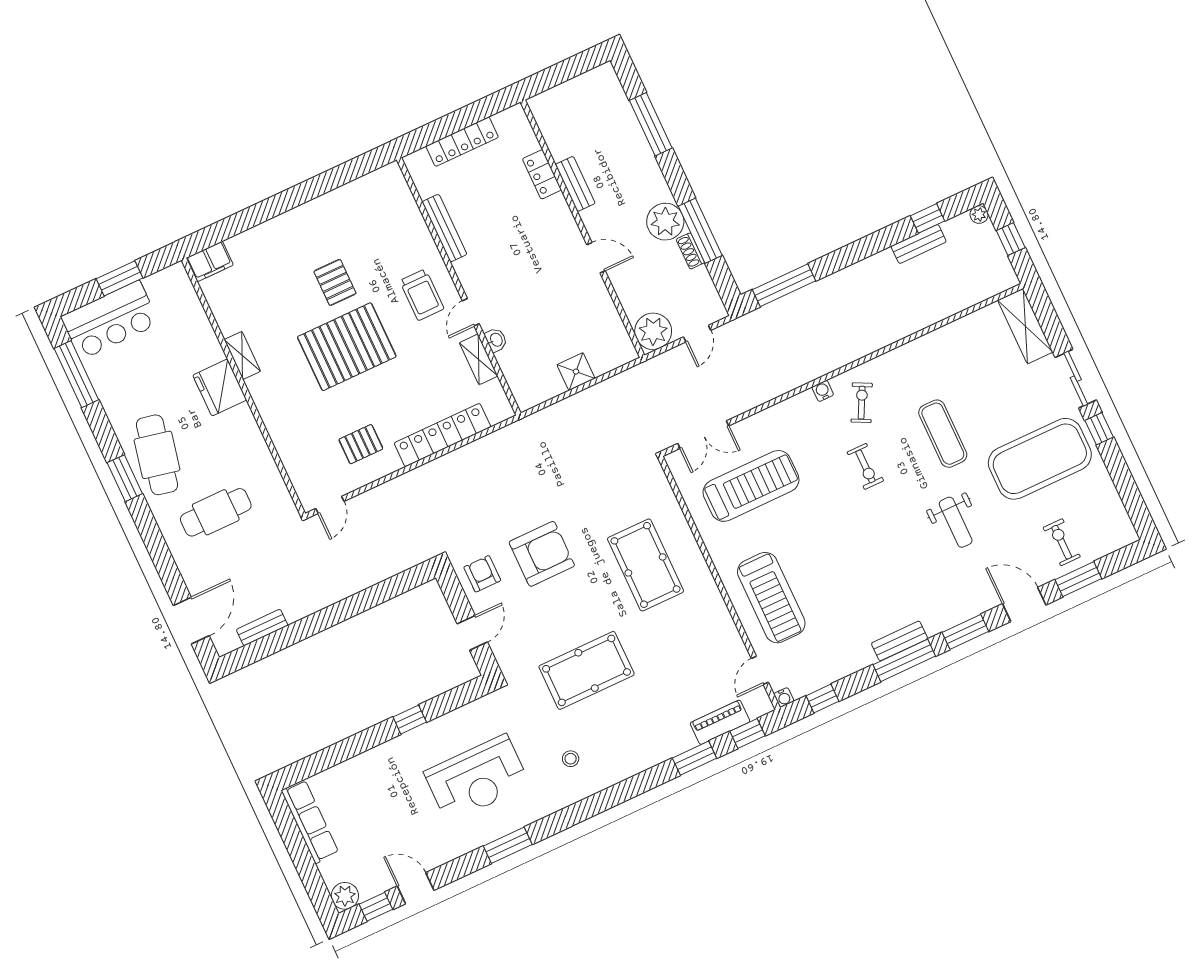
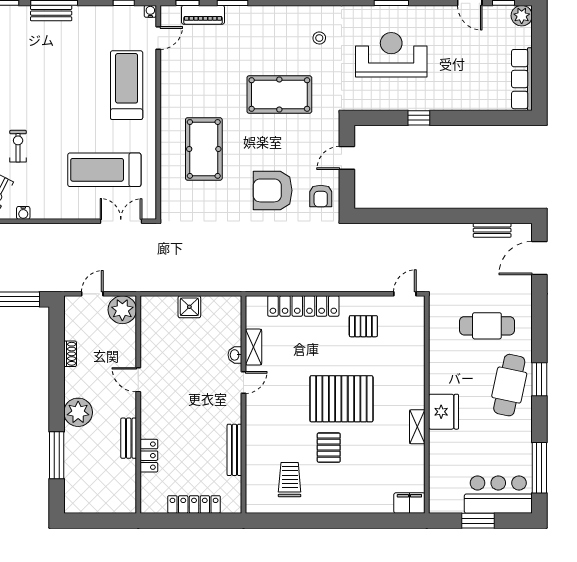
plant: (665, 222) -> (78, 412), moved
window: (700, 231) -> (57, 365), removed
trolley: (422, 295) -> (290, 480), moved

